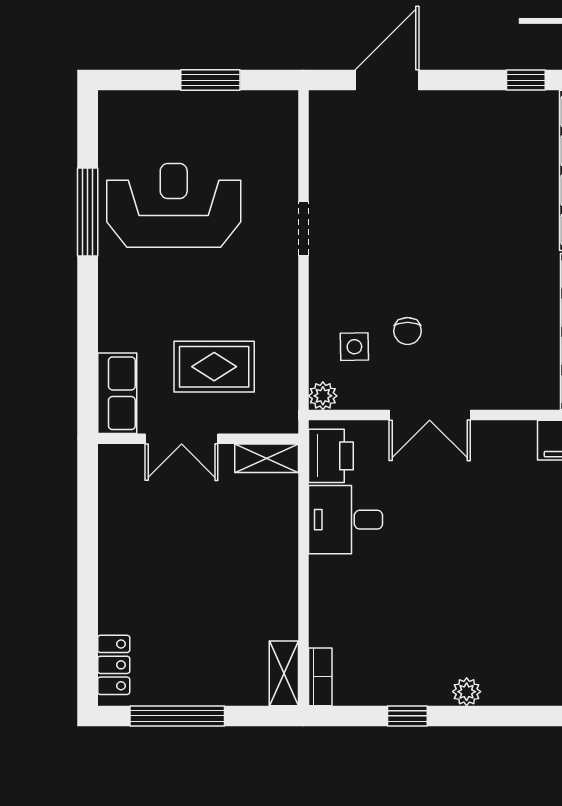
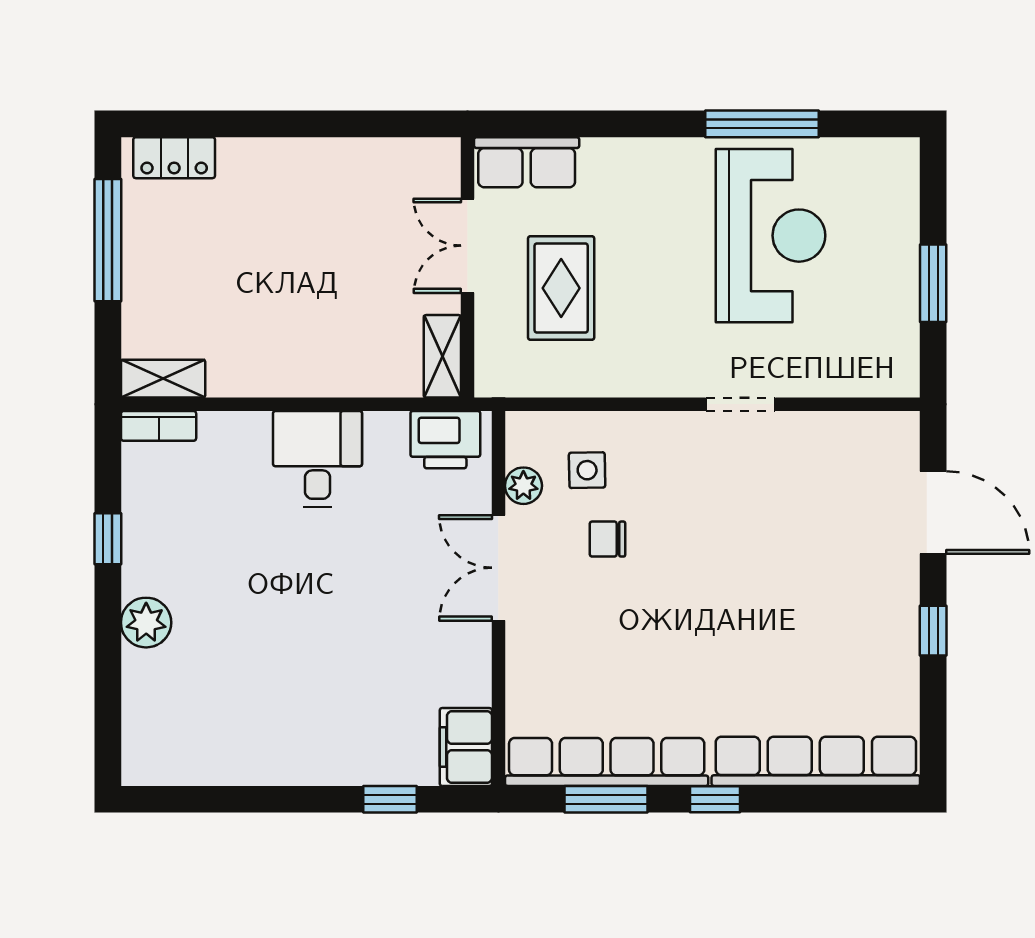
window: (526, 80) -> (933, 631), moved
plant: (323, 396) -> (523, 486), moved
desk: (346, 520) -> (318, 459), moved
plant: (467, 692) -> (146, 623), width x1.38, depth x1.38

